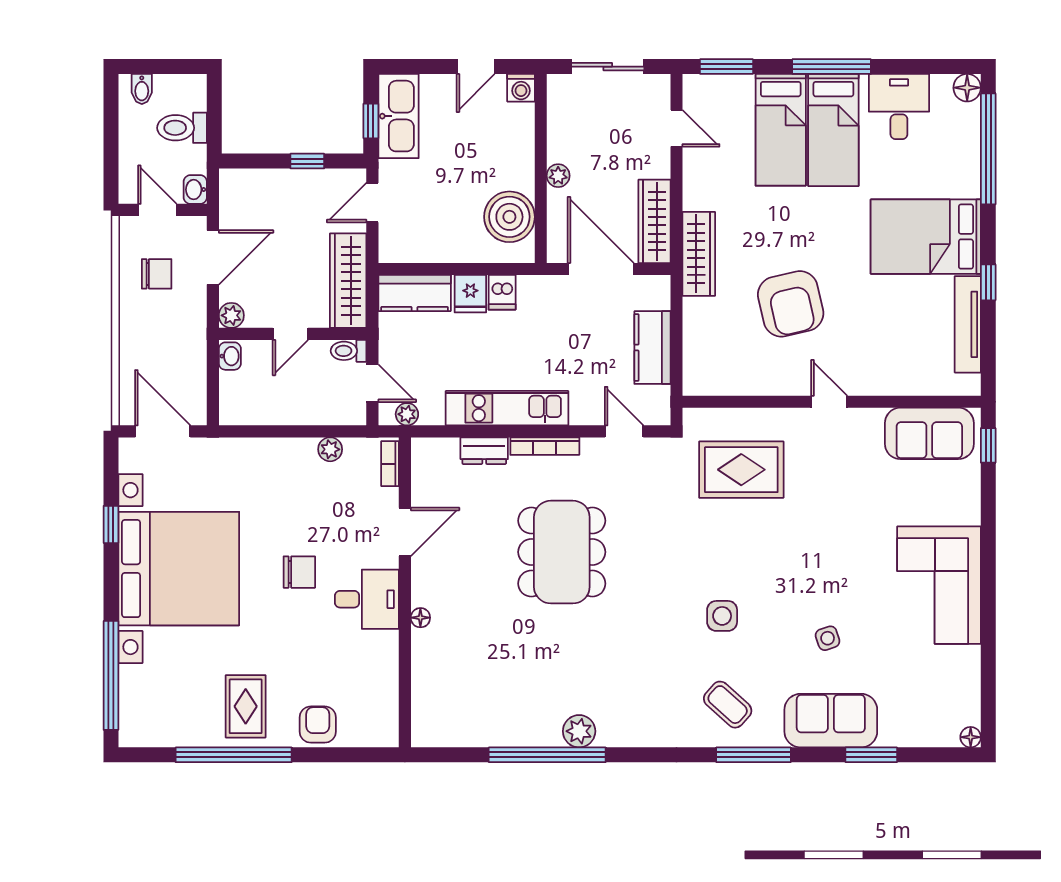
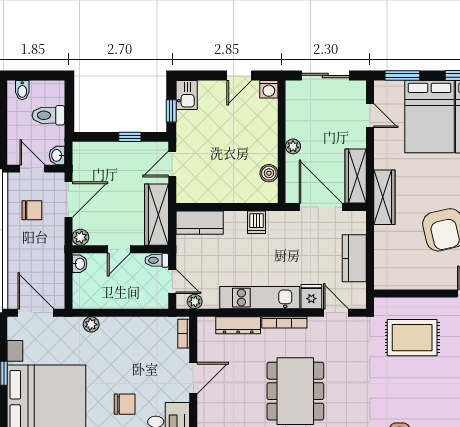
kitchen sink: (398, 116) -> (187, 95), width x0.53, depth x0.81
bed: (781, 130) -> (429, 117), width x1.50
boiler: (509, 217) -> (269, 173), width x0.54, depth x0.54
fridge: (470, 294) -> (311, 297), moved, turned 180
plant: (330, 449) -> (91, 324), moved
dresser: (484, 451) -> (238, 325), width x1.44

